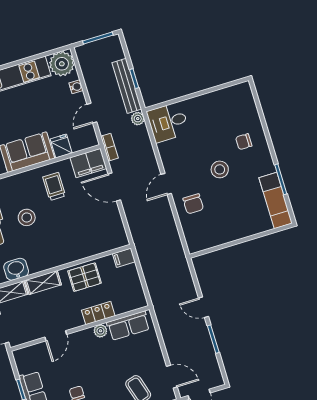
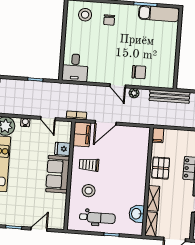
bench: (127, 86) -> (170, 96), moved
plant: (138, 119) -> (134, 93), moved
stool: (220, 169) -> (85, 15), moved
stool: (27, 217) -> (89, 191), moved

